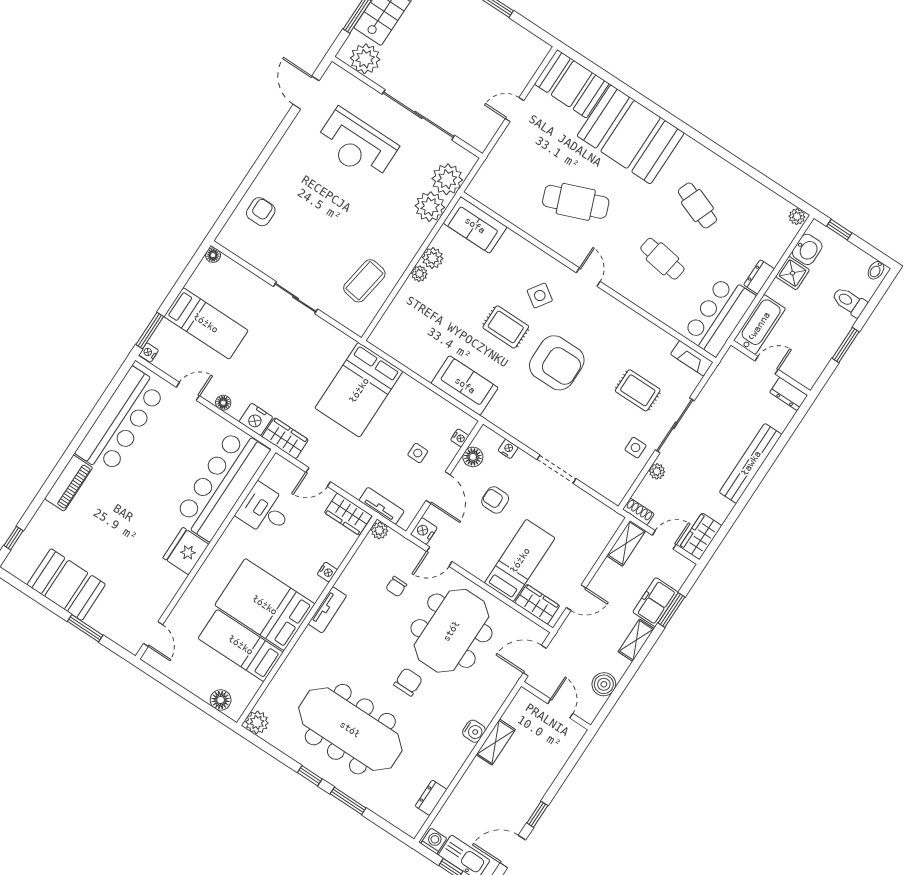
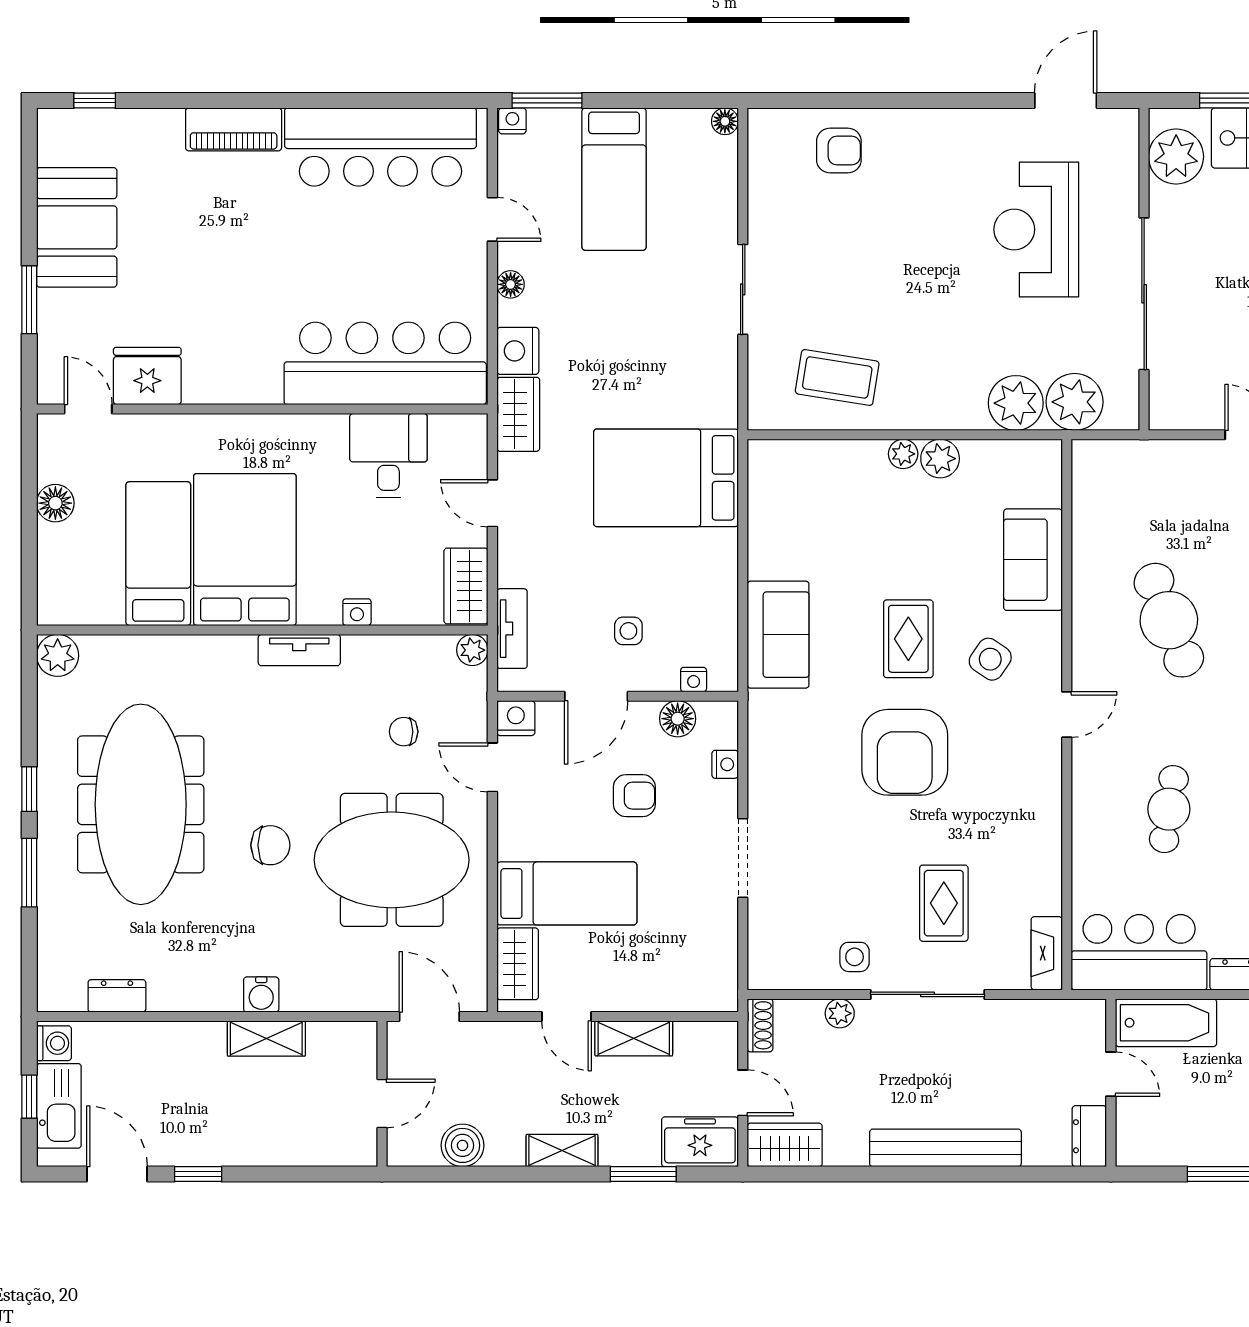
sofa: (475, 225) -> (1033, 560), moved
armchair: (495, 500) -> (634, 796), turned 90
shelving: (626, 543) -> (634, 1038), moved
fridge: (186, 551) -> (147, 376), moved
freezer: (655, 602) -> (700, 1142), moved
door: (153, 634) -> (88, 409), swing flipped
floor lamp: (221, 700) -> (55, 503), moved

